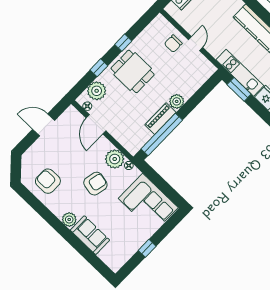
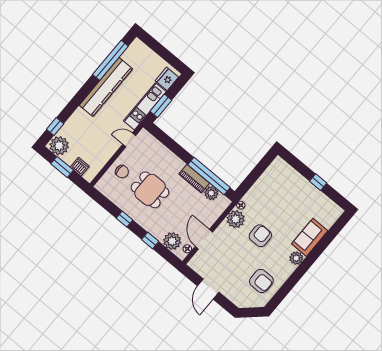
door: (195, 44) -> (129, 140), moved
dining table: (133, 71) -> (150, 190), moved, turned 90
plant: (177, 101) -> (211, 193), moved
door: (96, 124) -> (204, 239), swing flipped
armchair: (48, 181) -> (261, 281), turned -90
armchair: (95, 184) -> (260, 236), turned 78
corner sofa: (148, 203) -> (275, 184), removed

